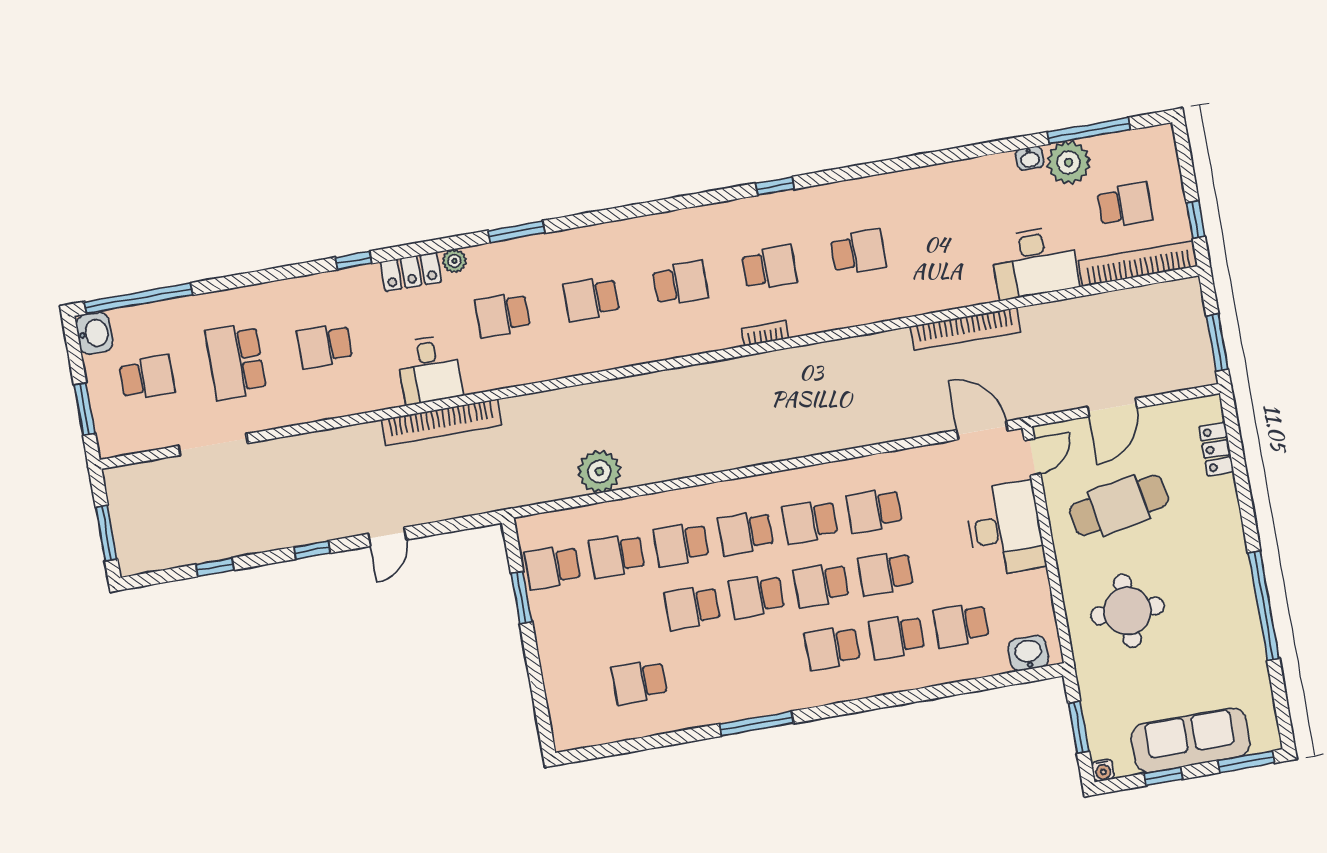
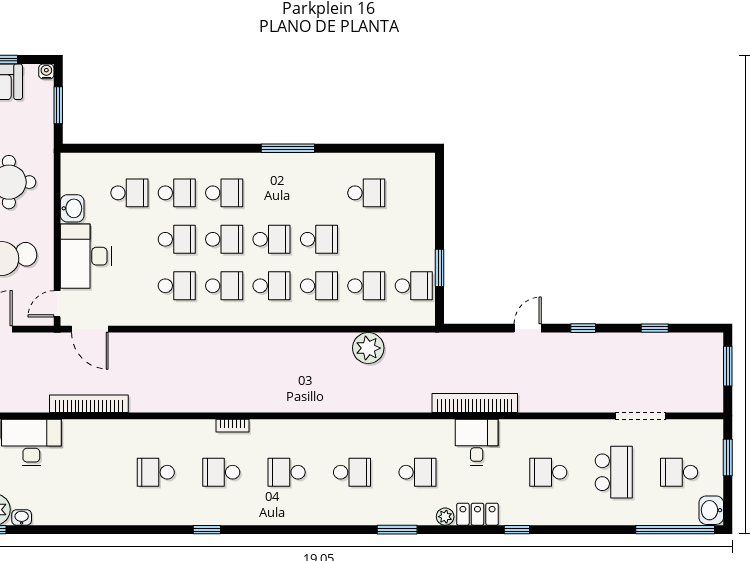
school desk: (325, 346) -> (548, 472), turned 180
washbasin: (1028, 653) -> (72, 208), moved, turned -90

